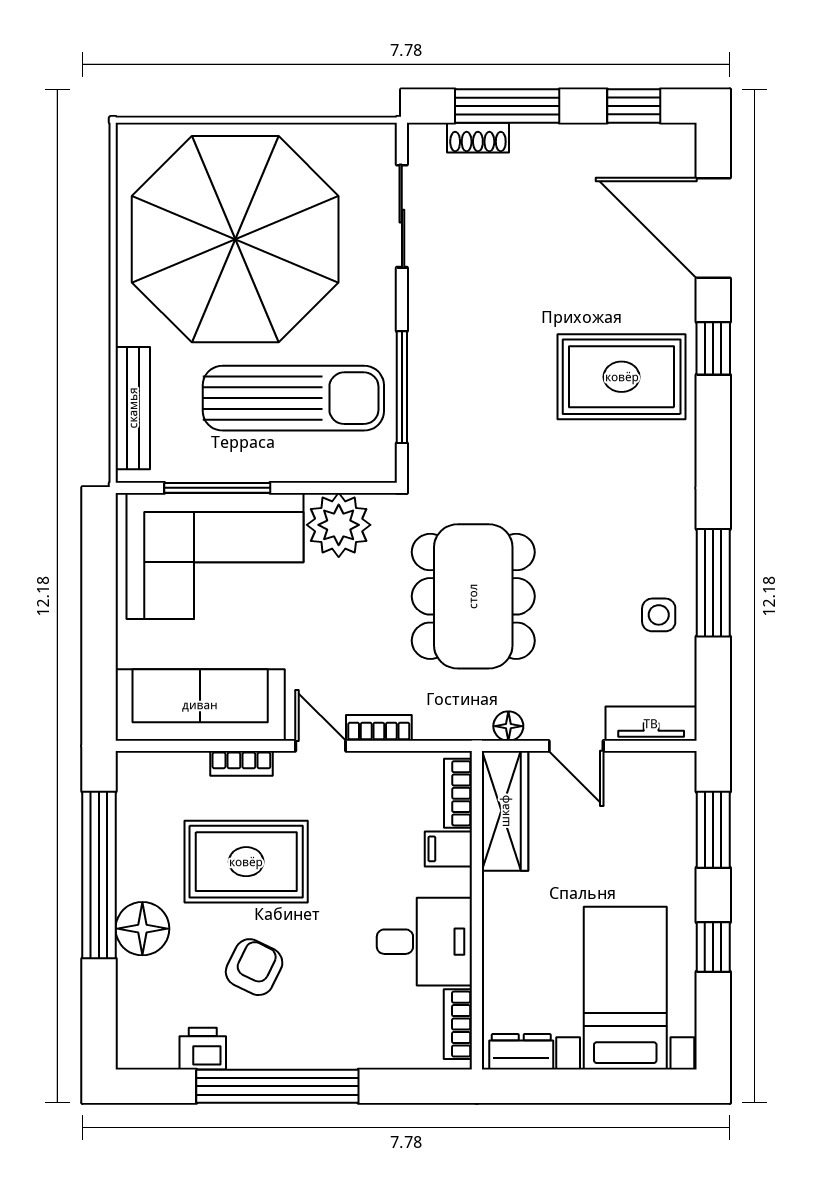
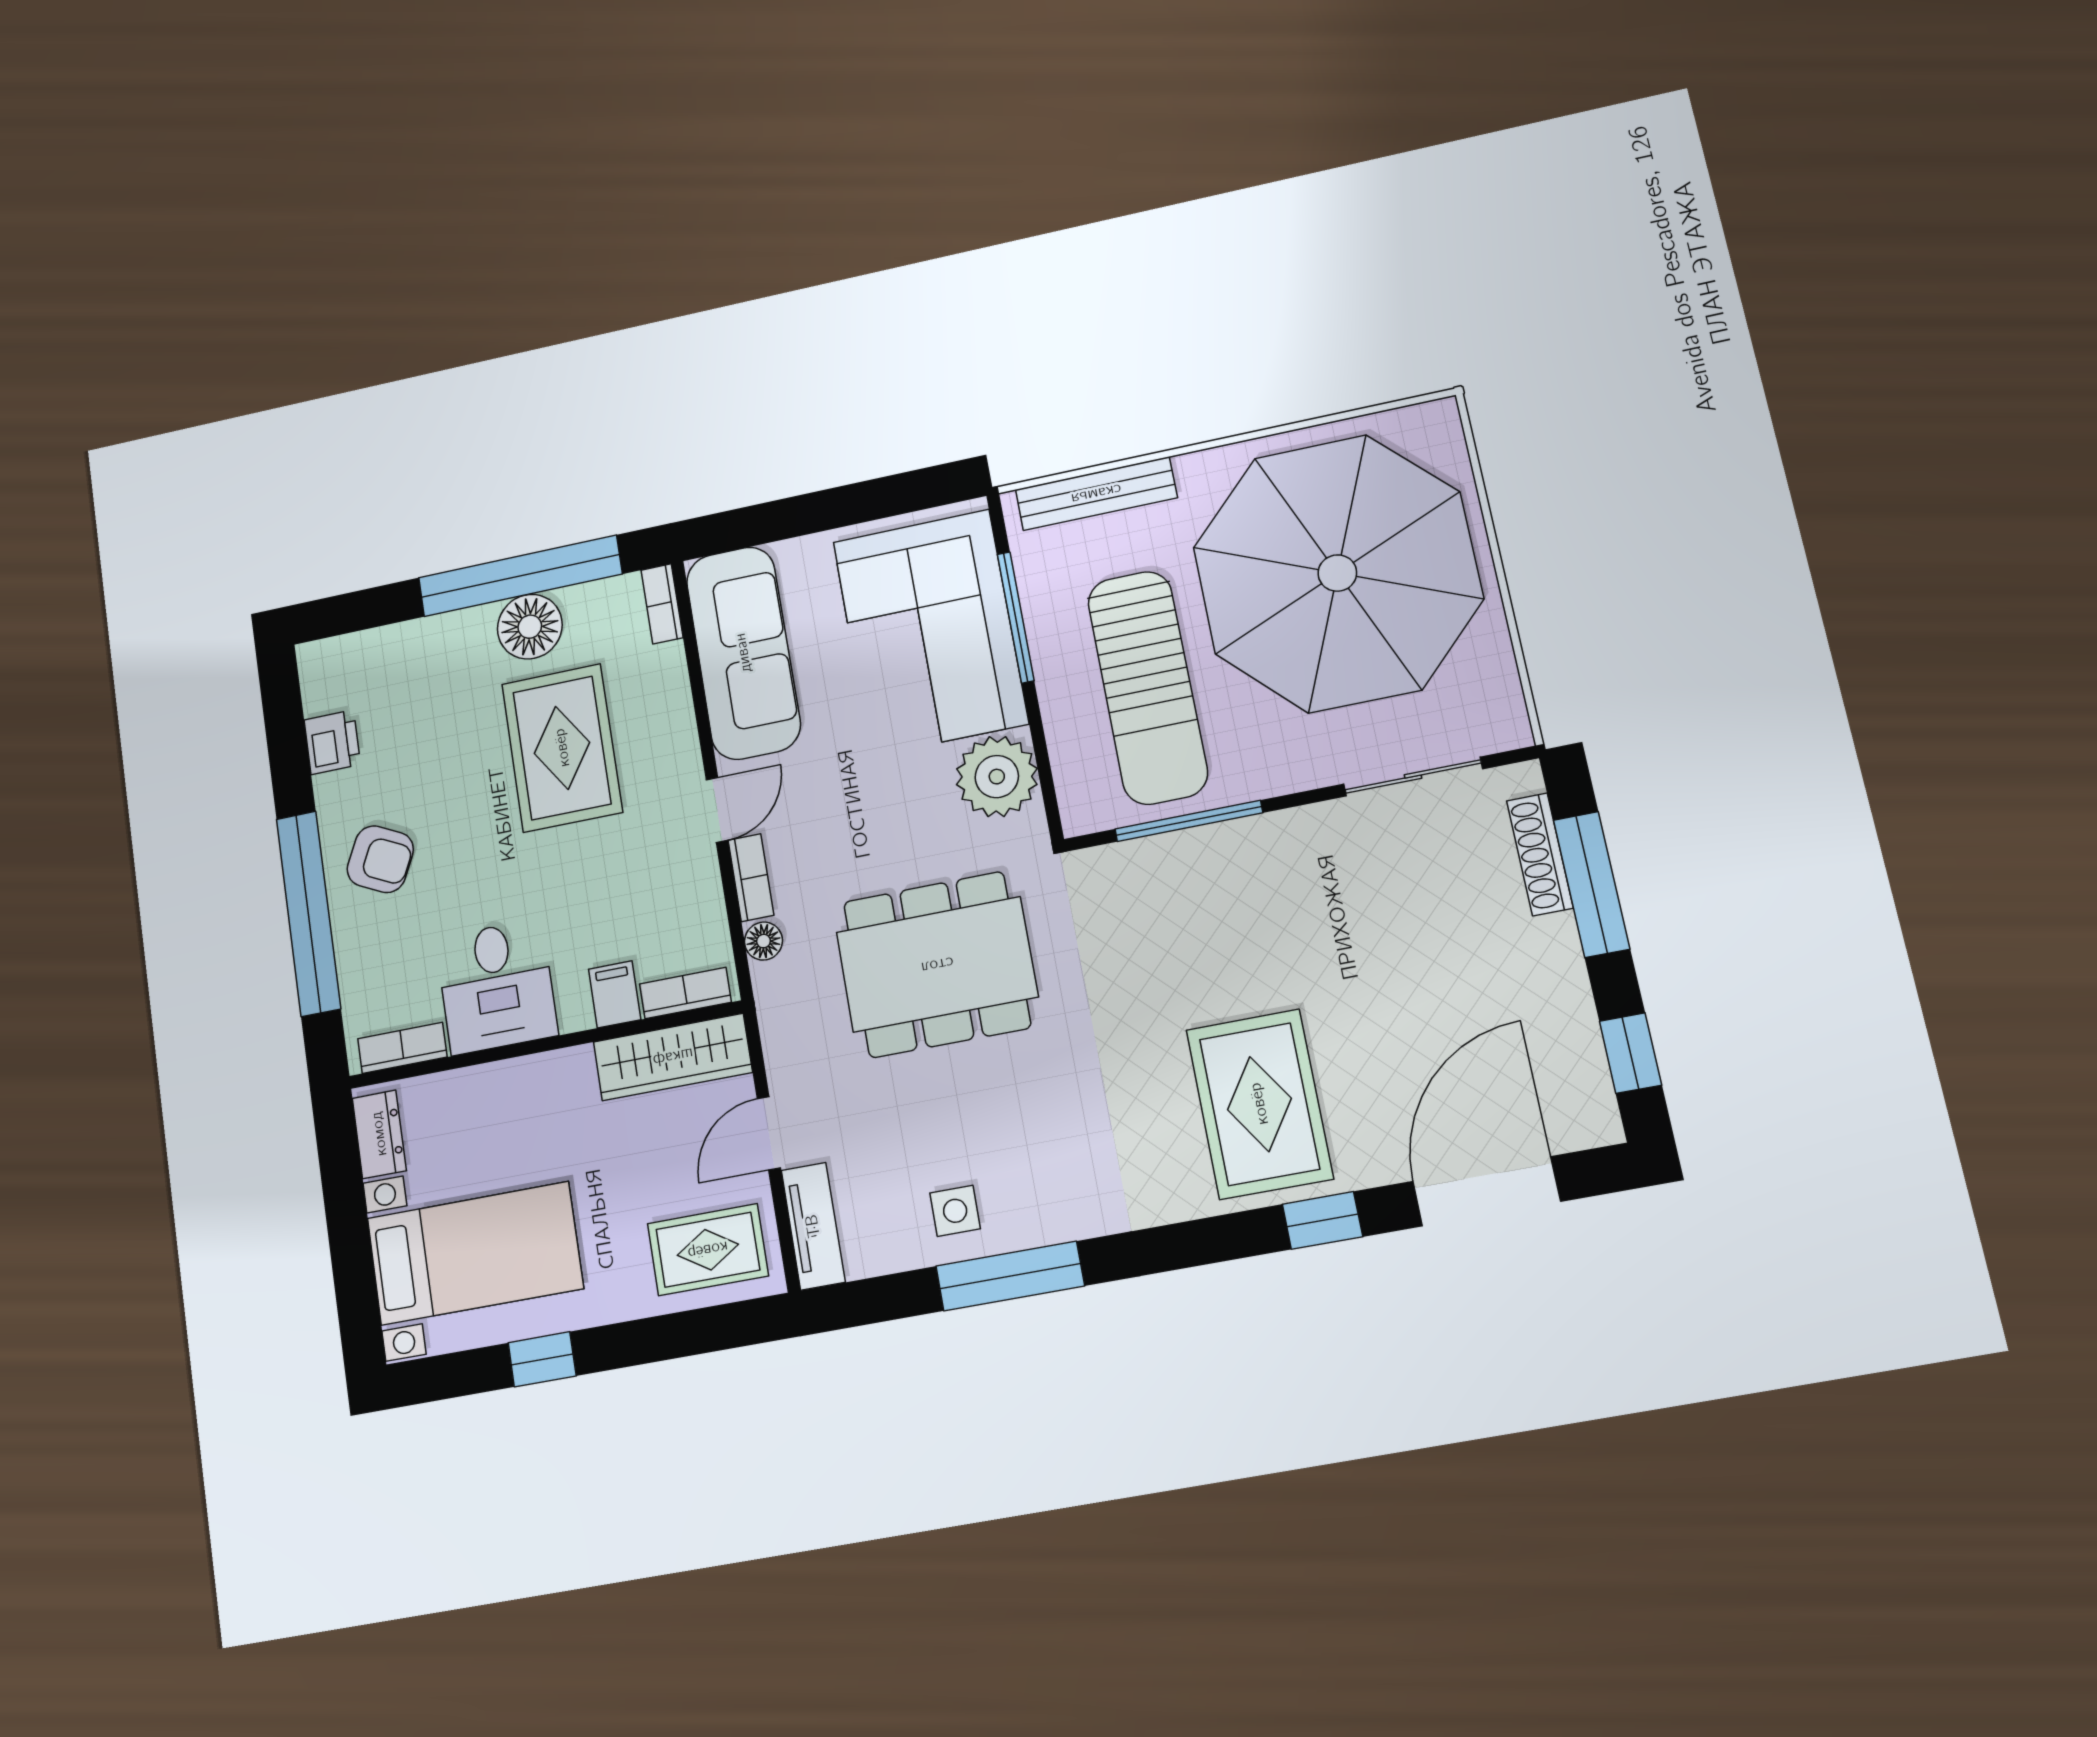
shoe rack: (478, 138) -> (1540, 854), width x1.43
floor lamp: (508, 726) -> (764, 941), moved
bookcase: (241, 763) -> (662, 604), moved
rug: (654, 807) -> (708, 1250), added
window: (713, 830) -> (690, 1333), removed
floor lamp: (142, 929) -> (530, 627), moved
armchair: (254, 967) -> (380, 859), moved
window: (277, 1086) -> (308, 913), moved

